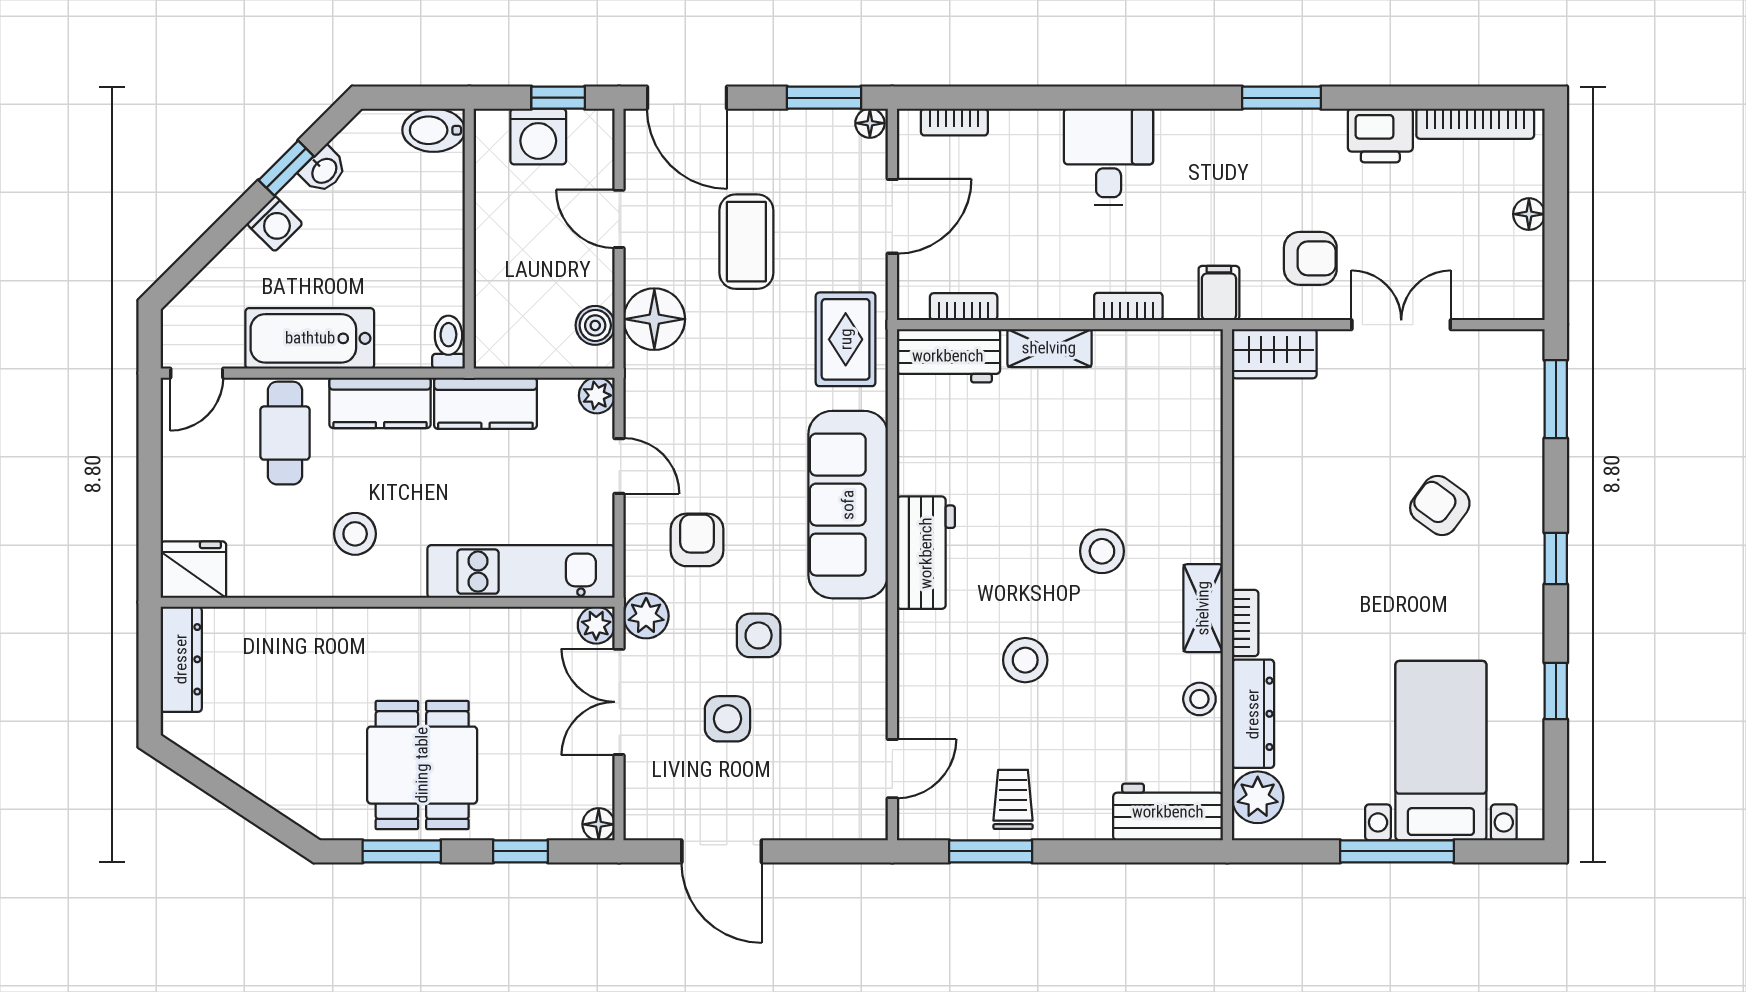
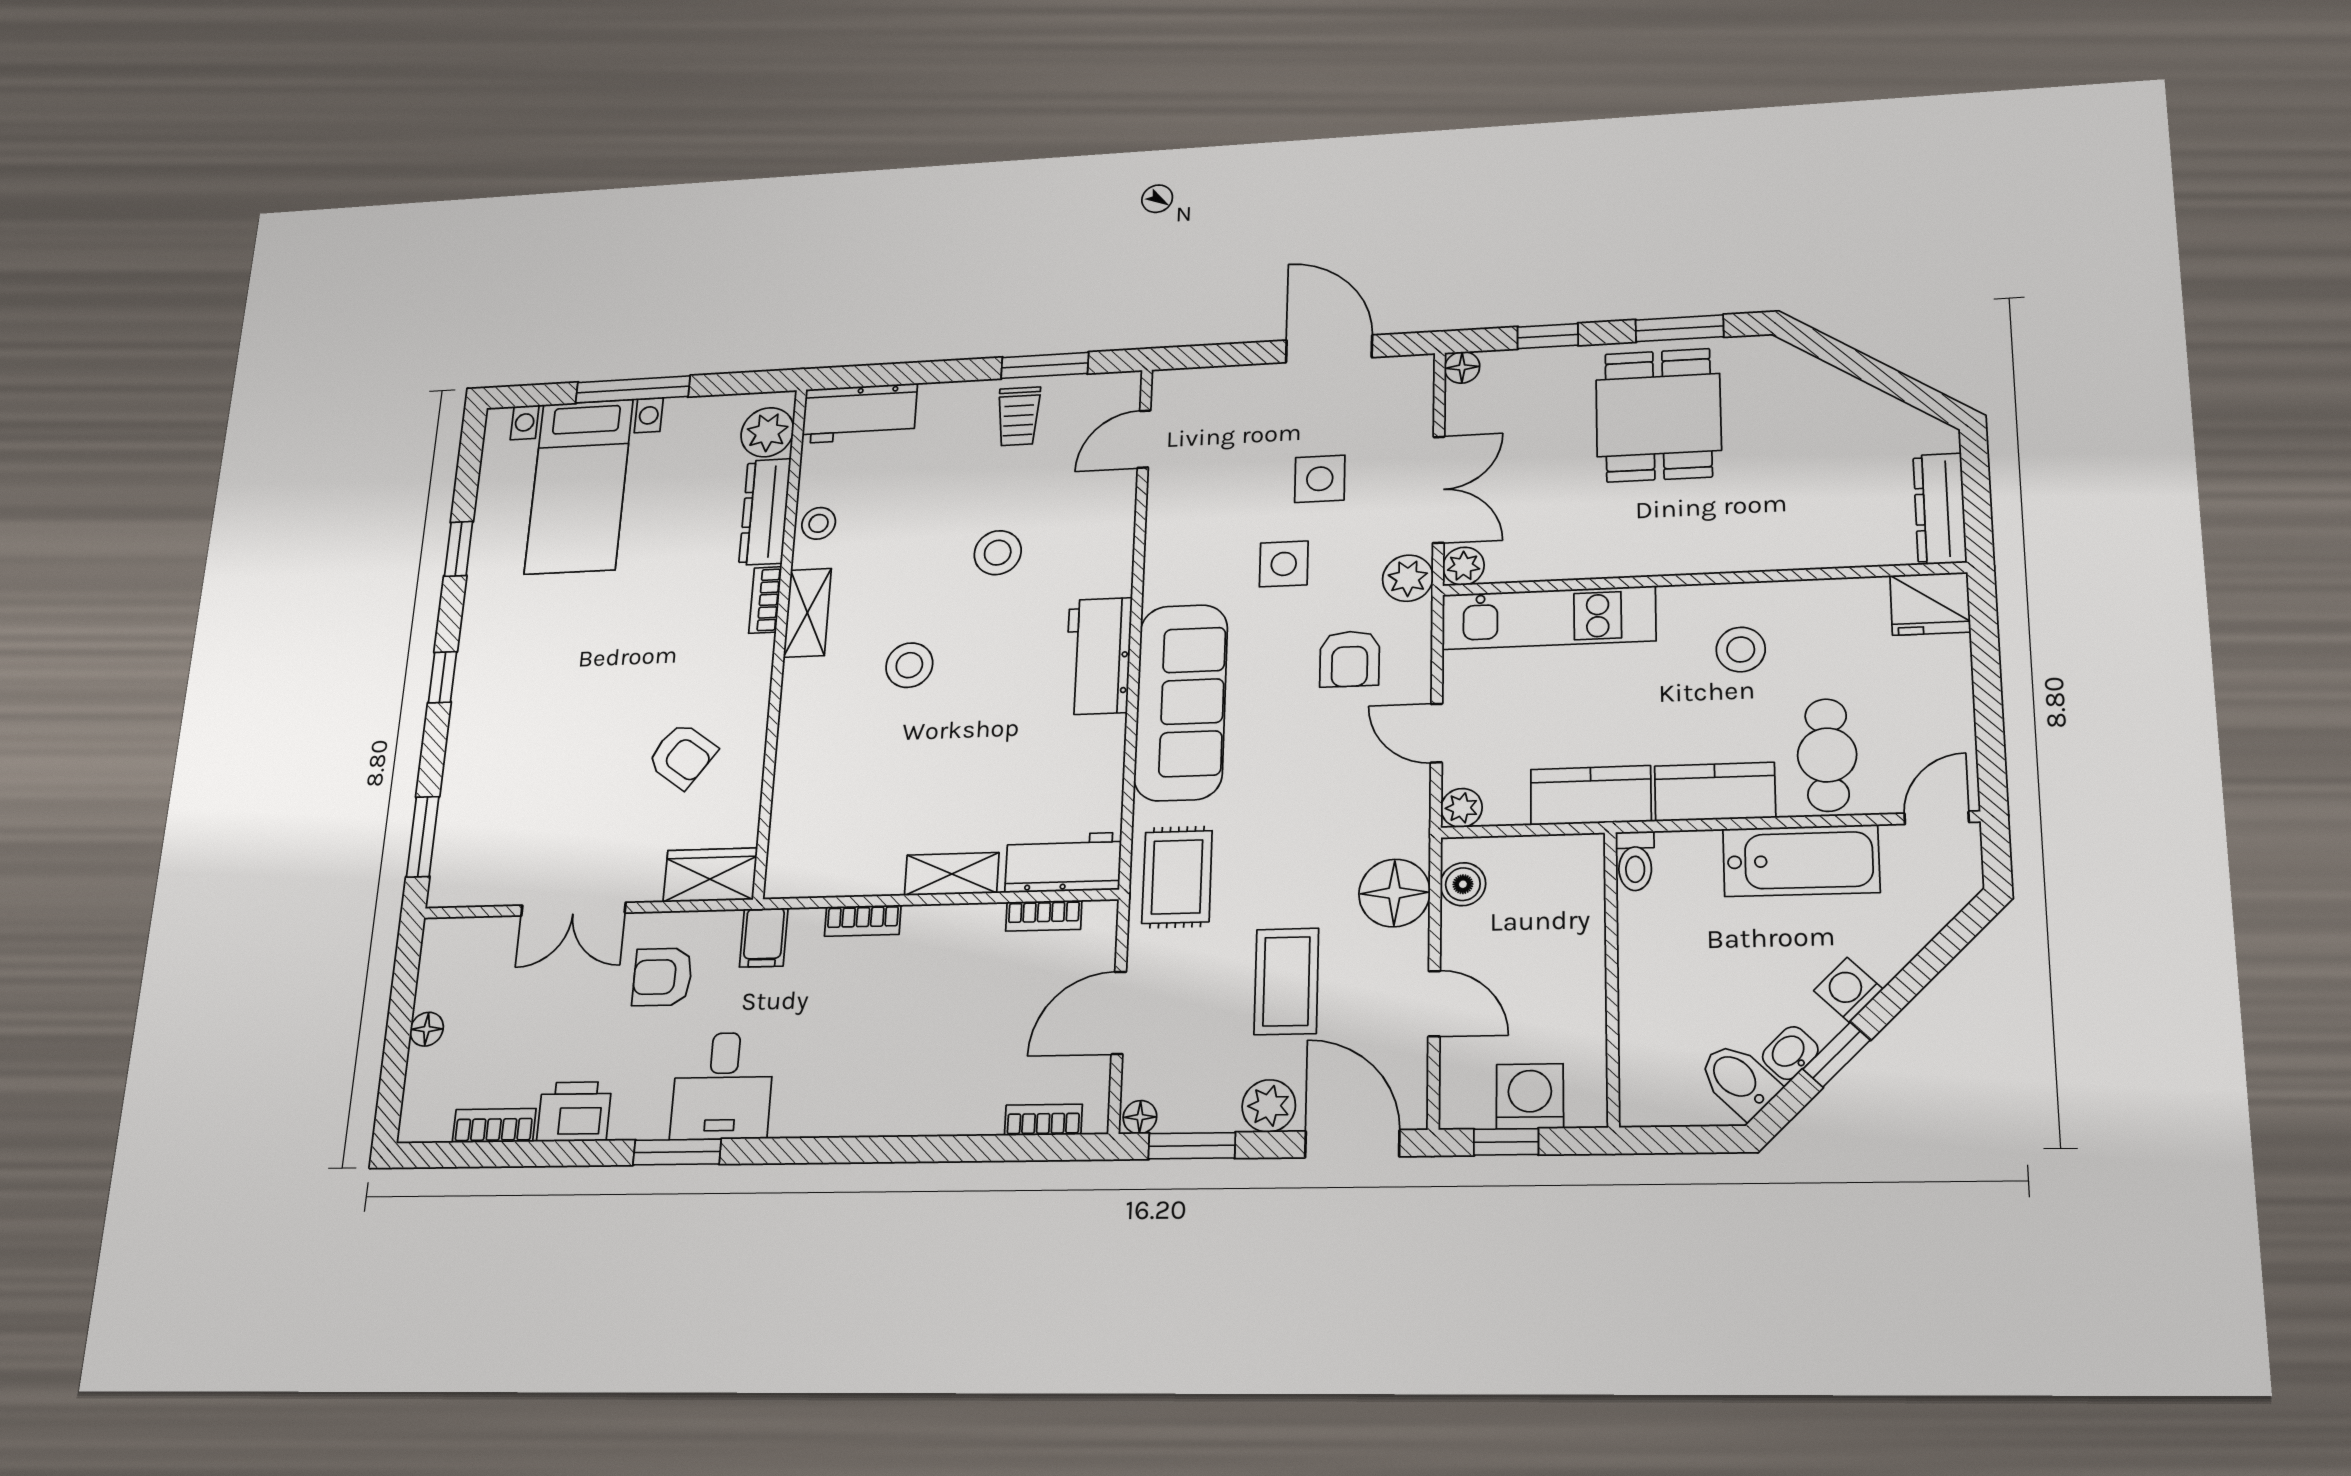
bookcase: (1475, 124) -> (494, 1126), width x0.64
bidet: (434, 130) -> (1739, 1080), moved, turned -135
plant: (759, 131) -> (1269, 1106), added
desk: (1109, 157) -> (723, 1086), moved
armchair: (1440, 506) -> (682, 756), moved

